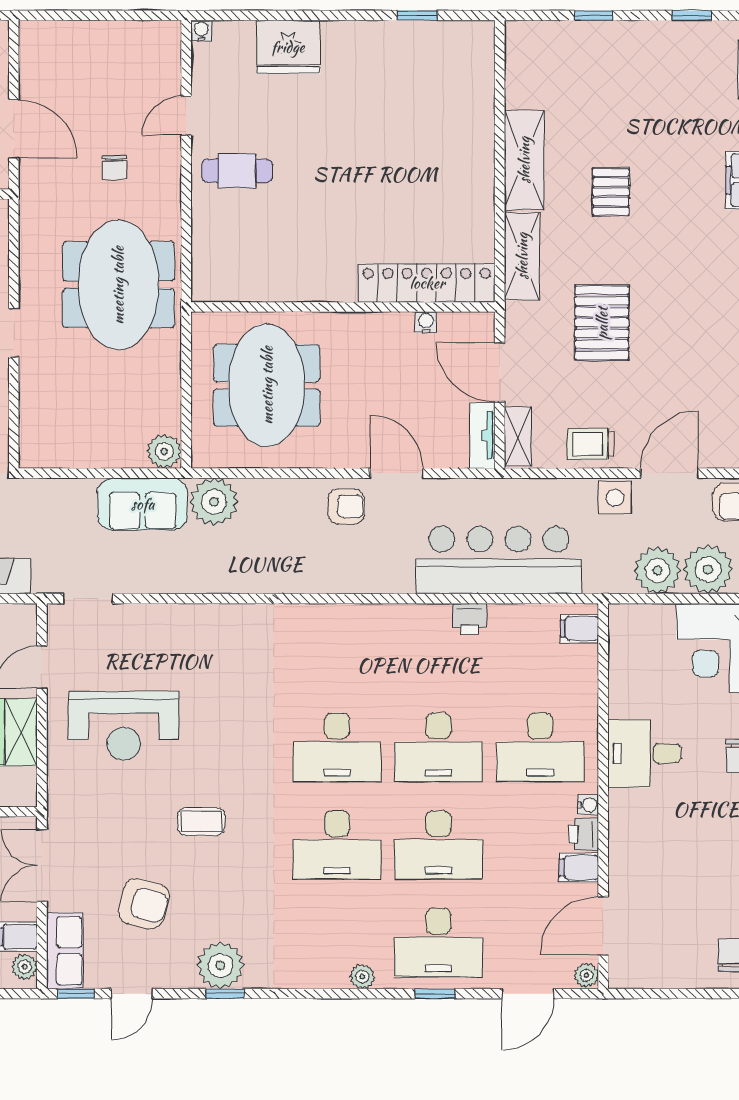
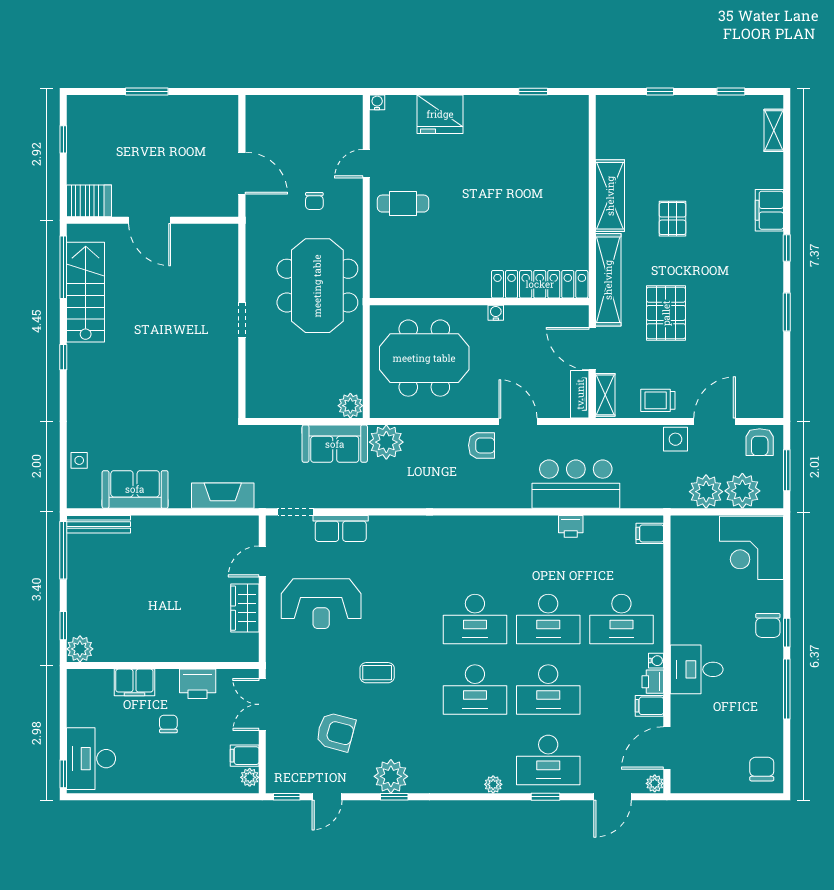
shelving: (522, 256) -> (608, 280), width x1.47
water cooler: (426, 322) -> (496, 313), moved
meeting table: (267, 385) -> (424, 358), turned 90
bar counter: (499, 560) -> (576, 484), width x0.73
desk: (644, 753) -> (697, 669), moved
row of seats: (65, 951) -> (341, 528), moved, turned 90

